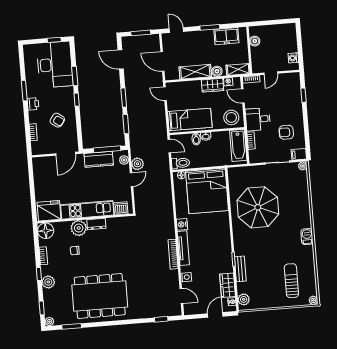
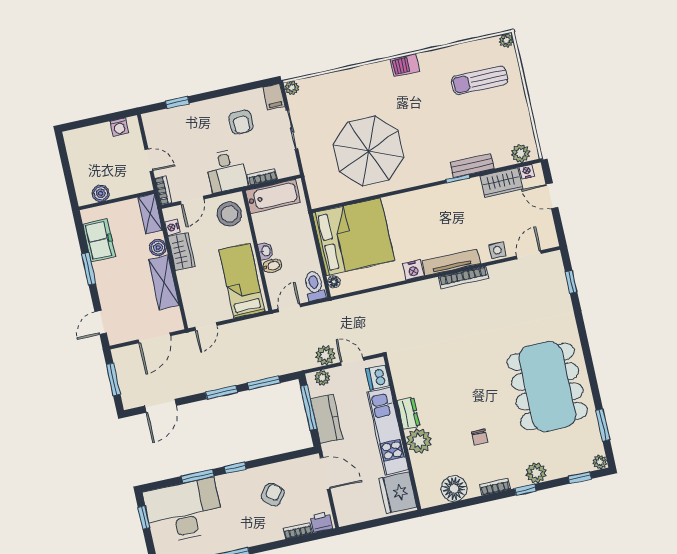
printer: (33, 104) -> (321, 522), moved
dishwasher: (121, 208) -> (378, 377), moved
kitchen unit: (87, 210) -> (388, 431), moved
fridge: (49, 211) -> (398, 493), moved
wall: (85, 219) -> (402, 433), moved
dresser: (96, 224) -> (408, 413), moved
plant: (79, 228) -> (419, 441), moved

